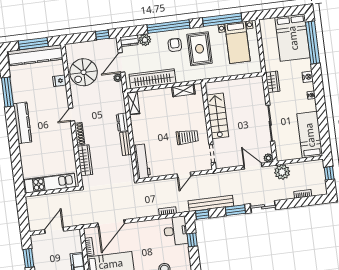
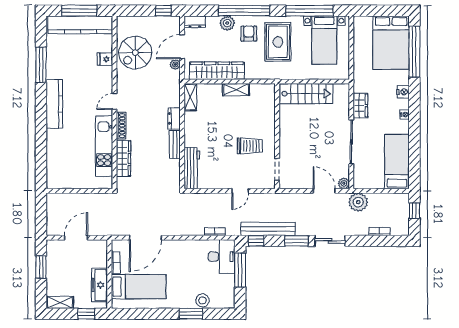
plant: (145, 40) -> (227, 23), moved
wardrobe: (273, 82) -> (360, 106), moved
shelving: (183, 91) -> (236, 90), moved
stairs: (218, 116) -> (306, 94), moved, turned 90
kitchen unit: (50, 183) -> (104, 146), moved, turned -90
window: (192, 240) -> (240, 270), width x2.17

